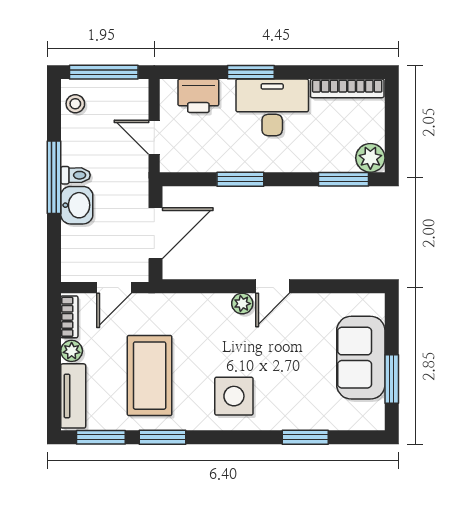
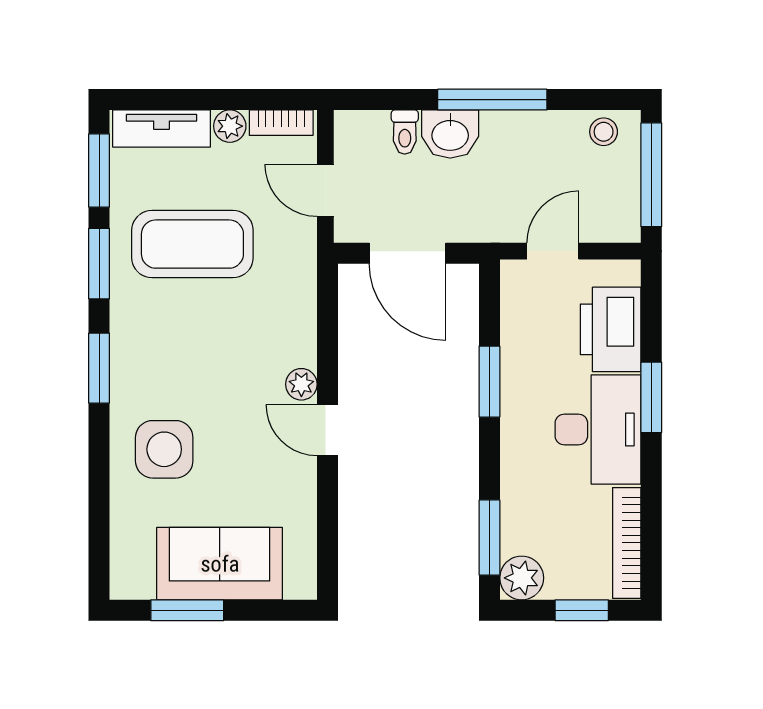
printer: (198, 96) -> (611, 329), width x1.37, depth x1.19
window: (392, 118) -> (582, 610), added
toilet: (75, 175) -> (405, 132), moved
side table: (234, 396) -> (164, 449), moved
window: (305, 437) -> (99, 368), moved

